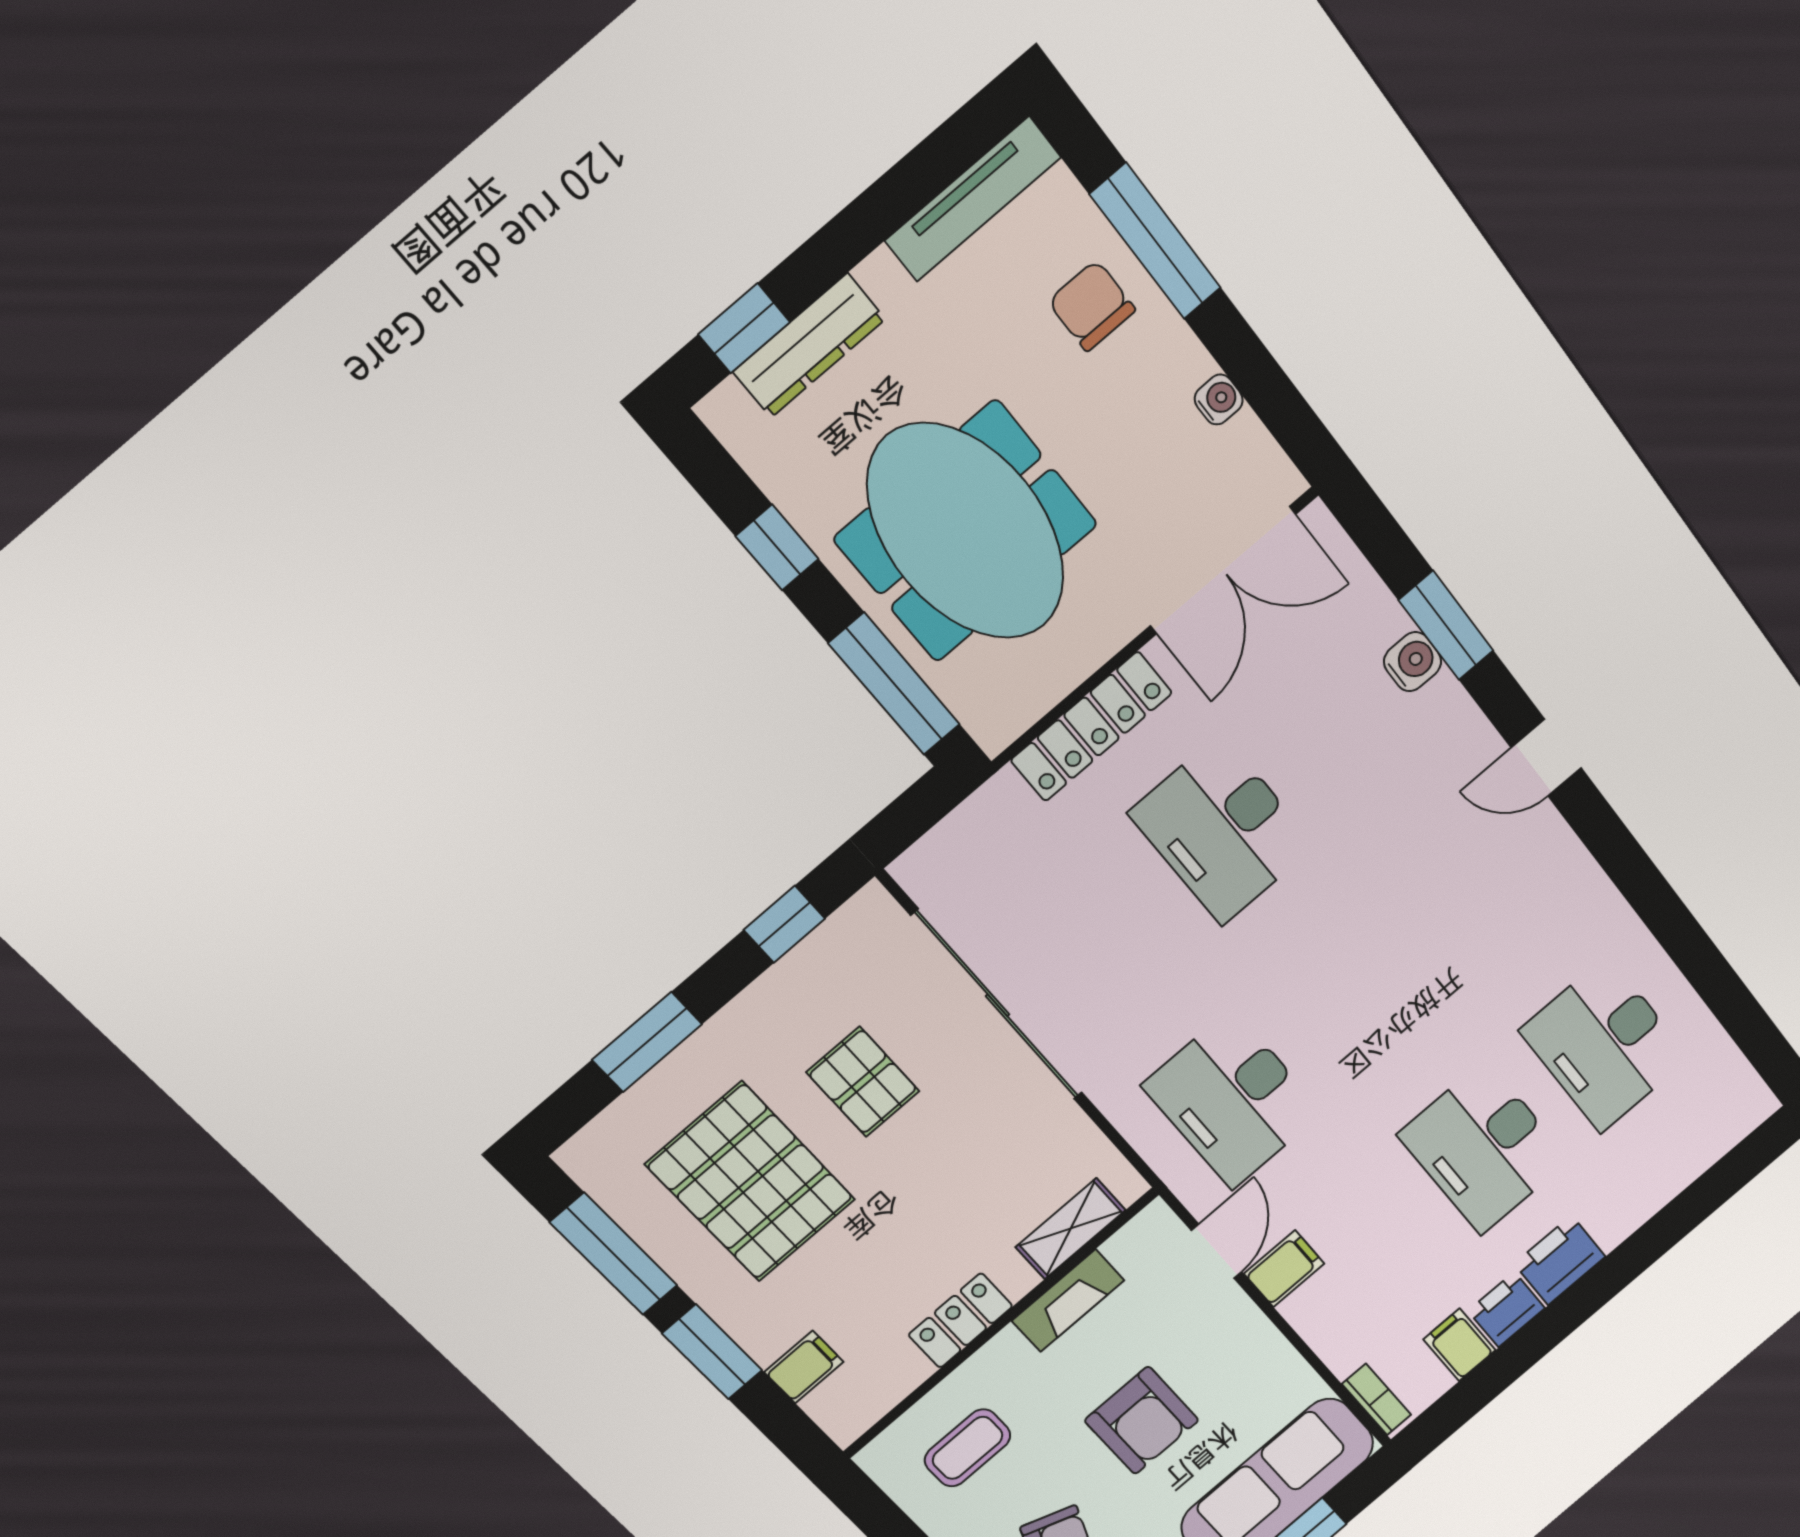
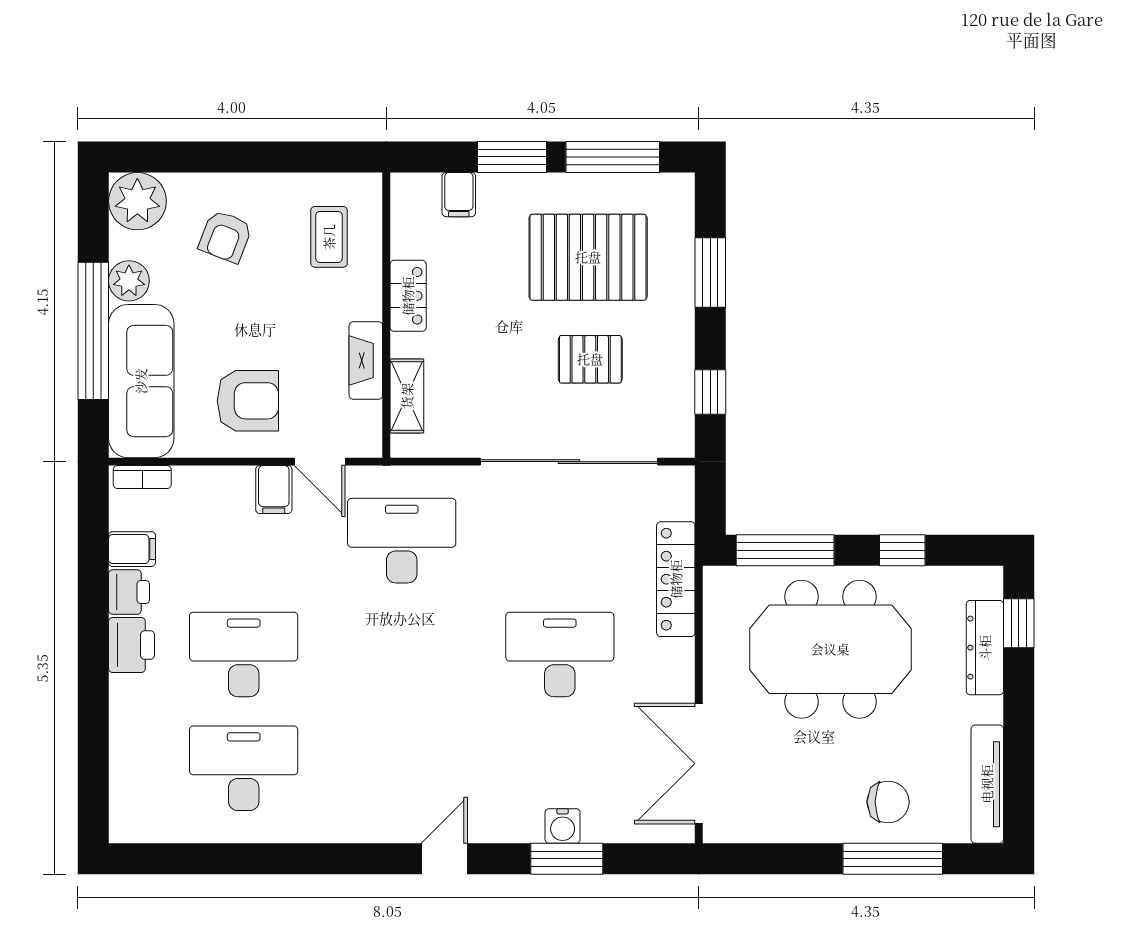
water cooler: (1219, 400) -> (788, 830), removed
locker: (1091, 726) -> (676, 579), moved
armchair: (1142, 1420) -> (248, 401), moved, turned 180

